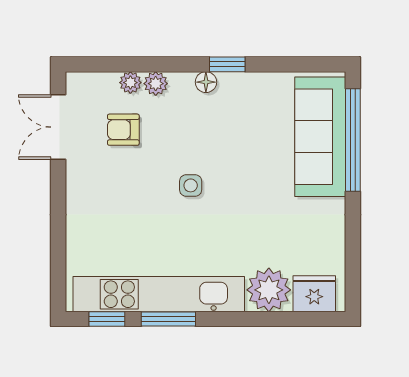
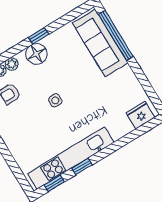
floor lamp: (206, 82) -> (36, 54), width x1.89, depth x1.89
plant: (269, 290) -> (119, 126), removed
window: (168, 319) -> (82, 166), width x0.67

